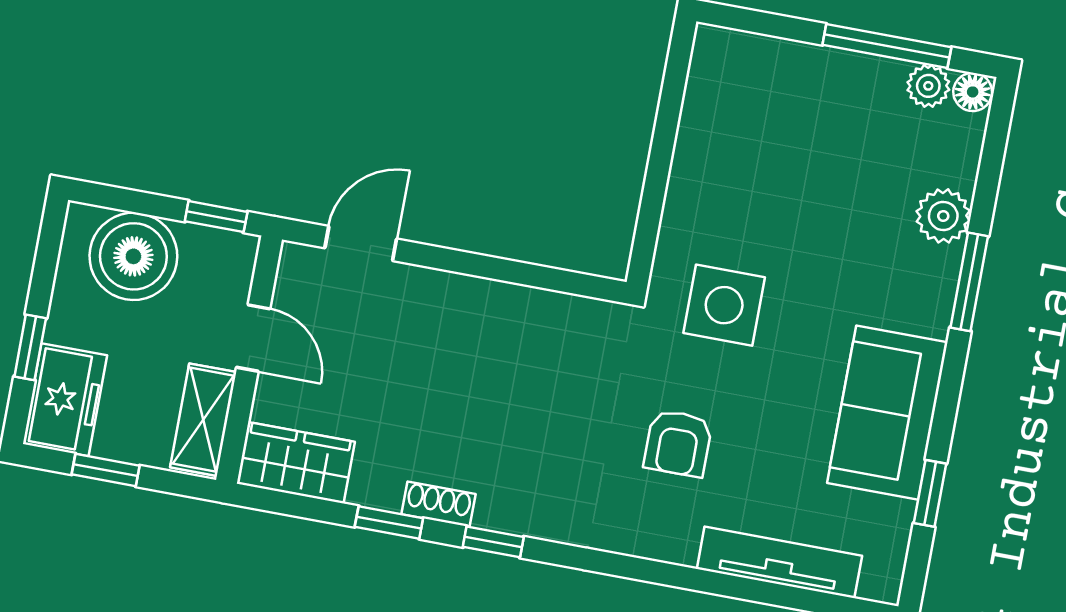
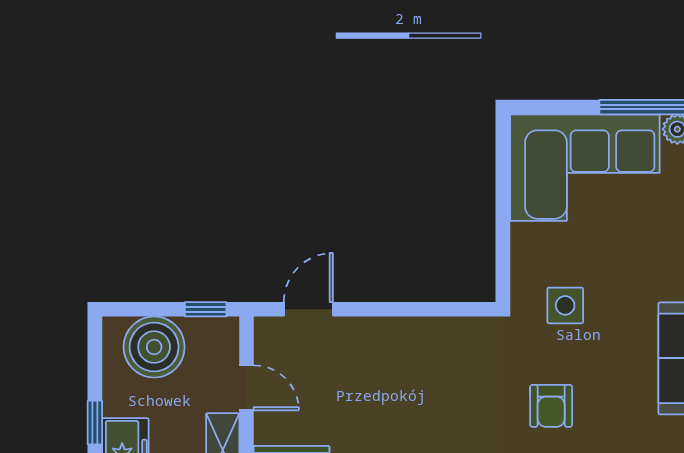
corner sofa: (788, 116) -> (585, 168), added
side table: (724, 305) -> (565, 305), width x0.73, depth x0.73

